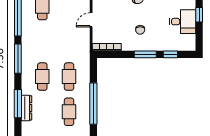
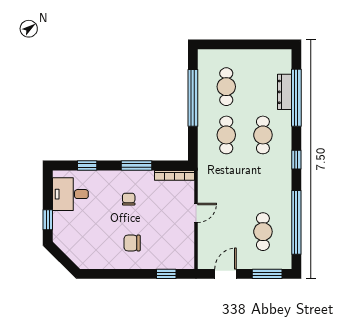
desk: (183, 22) -> (70, 194), moved
window: (145, 54) -> (137, 166), moved
window: (18, 59) -> (296, 160), width x0.46
window: (18, 104) -> (296, 98), width x1.46

